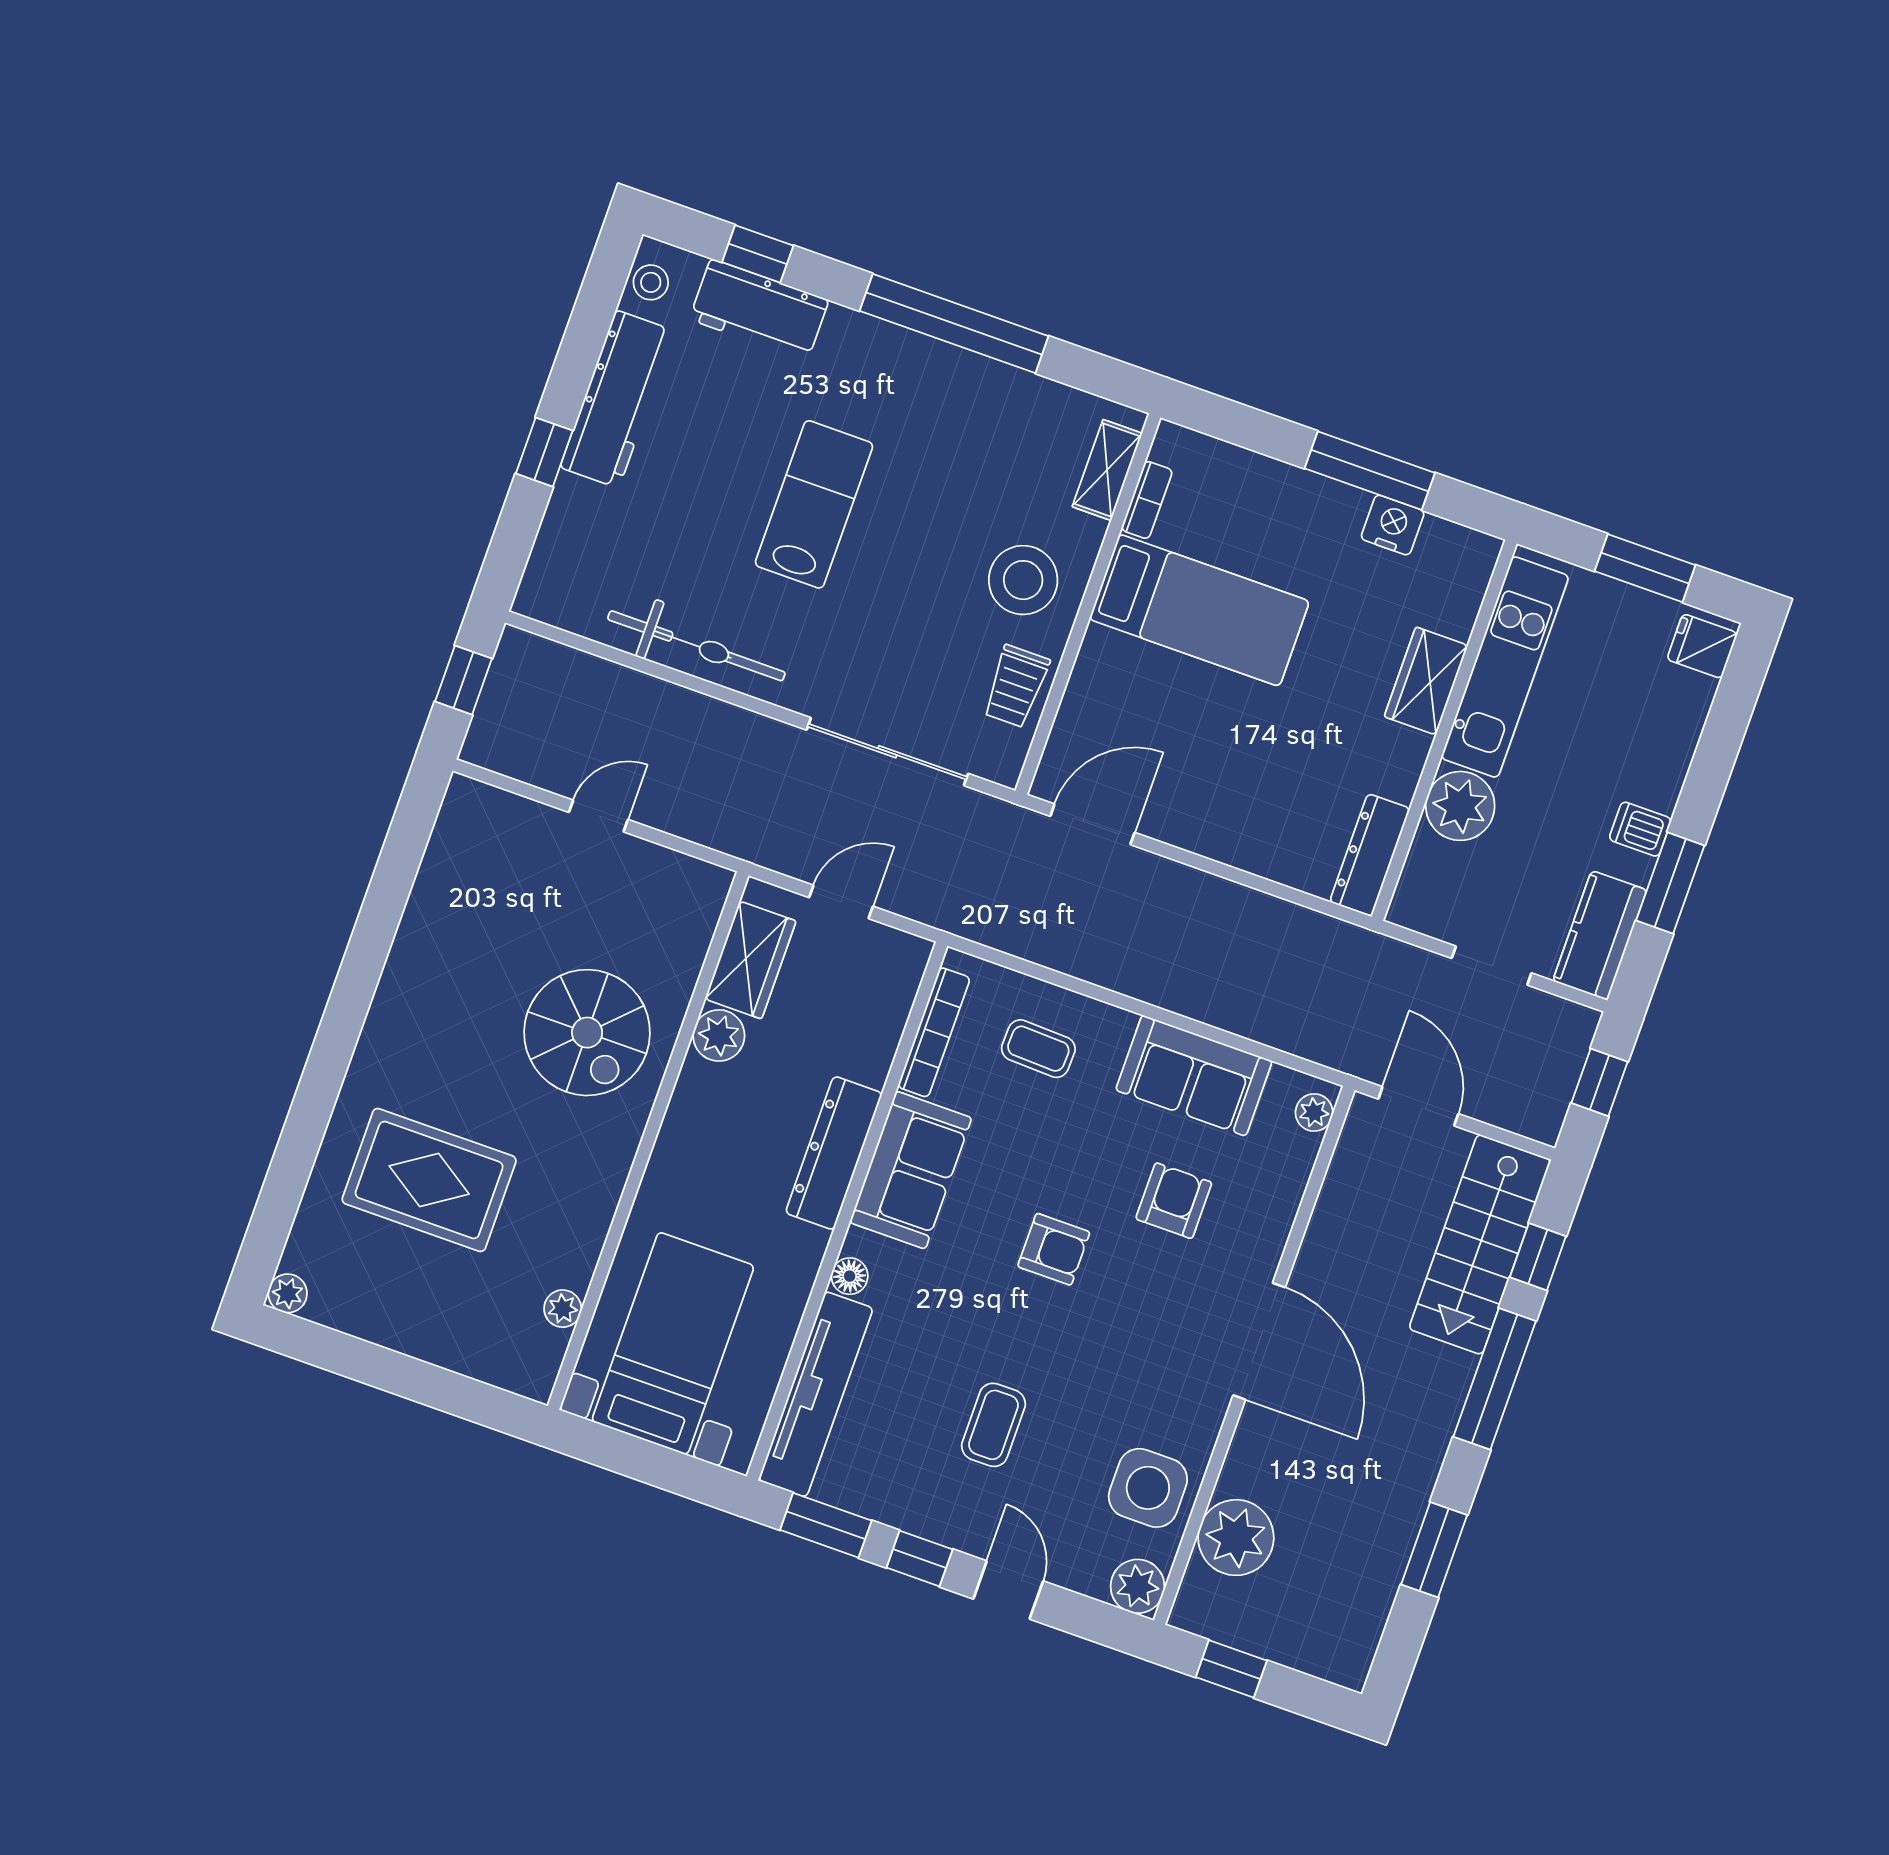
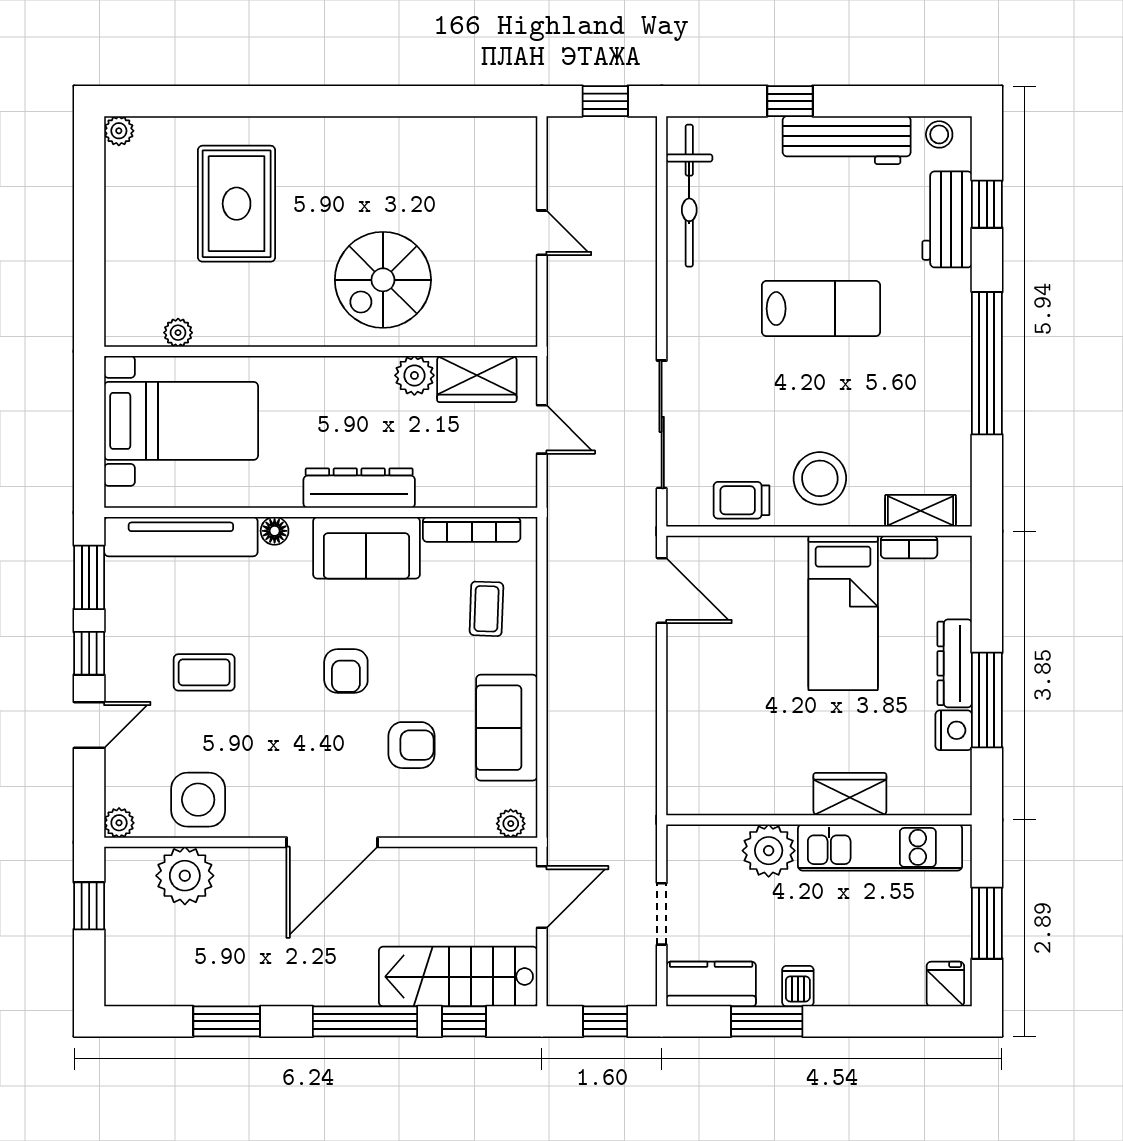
bicycle: (696, 646) -> (689, 196), moved
dresser: (1370, 855) -> (955, 663), moved, turned -90
plant: (1137, 1586) -> (119, 823), width x0.73, depth x0.73

